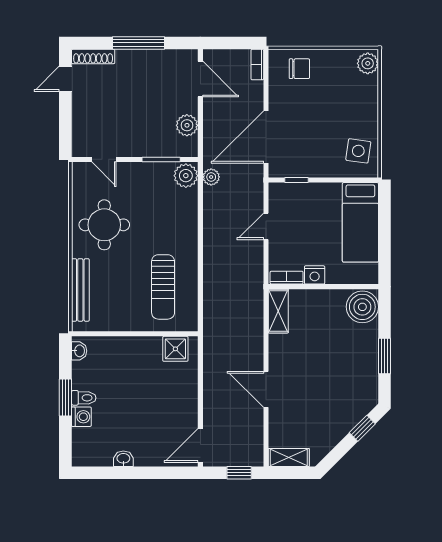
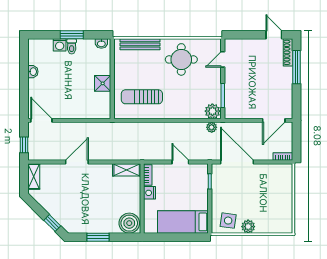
window: (138, 43) -> (297, 67), moved
plant: (368, 63) -> (248, 227), moved
chair: (299, 69) -> (280, 183), removed
plant: (187, 125) -> (244, 112), removed
shower: (175, 349) -> (103, 83), moved

